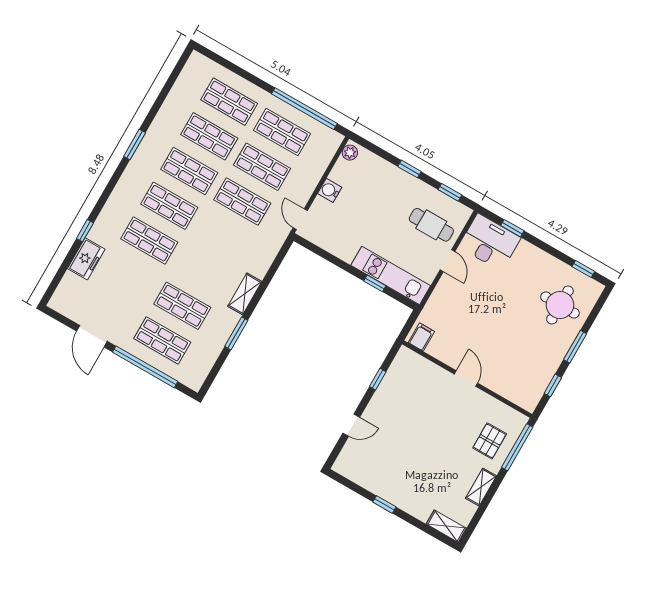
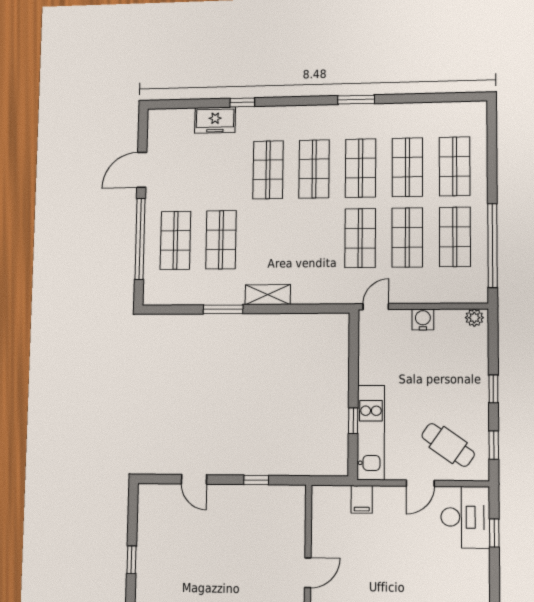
cafe table: (431, 225) -> (448, 445), turned -55
filing cabinet: (421, 337) -> (362, 499), moved, turned 90

